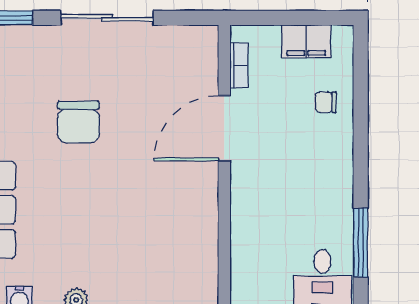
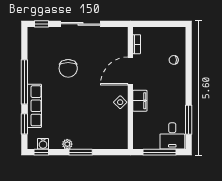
filing cabinet: (306, 41) -> (140, 101), moved, turned -90
side table: (200, 202) -> (120, 102), added

